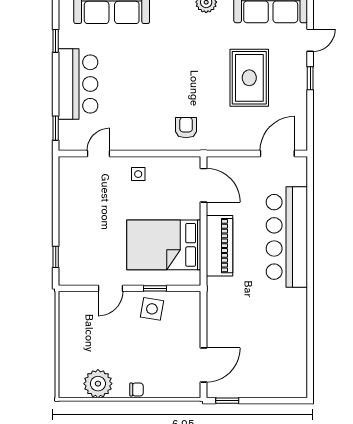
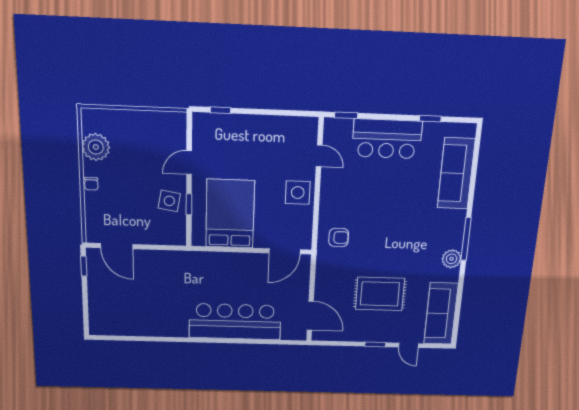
side table: (138, 174) -> (298, 193), width x1.87, depth x1.87
piano: (219, 246) -> (228, 264), removed
door: (110, 288) -> (189, 163), hinge flipped

